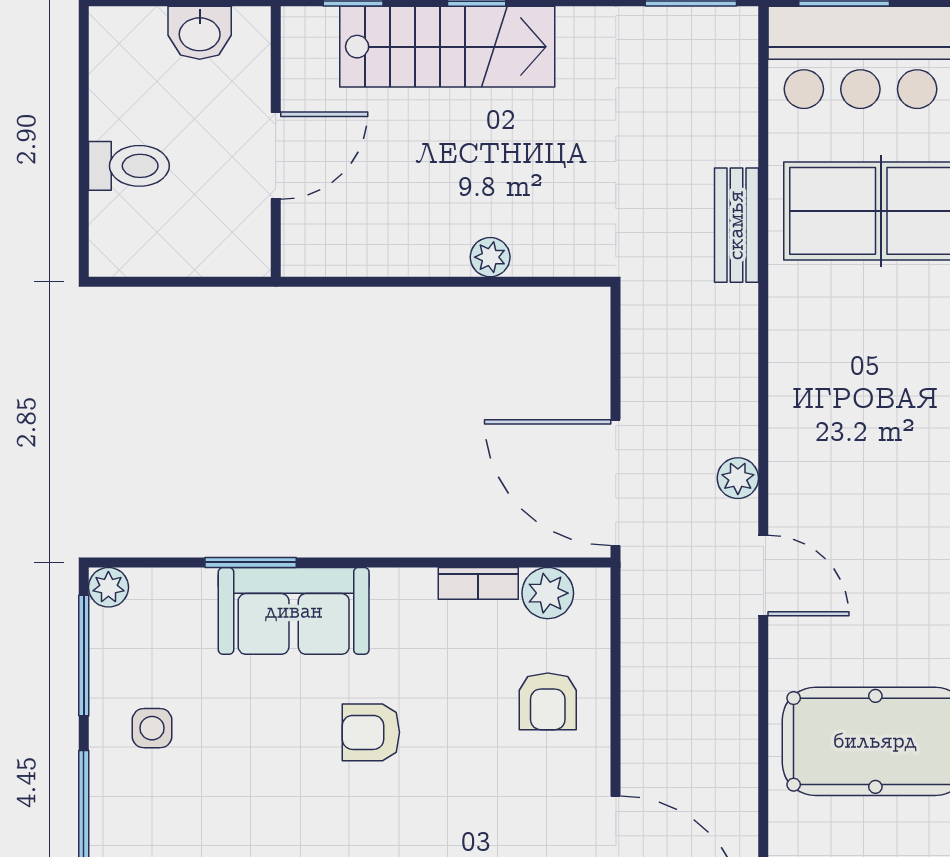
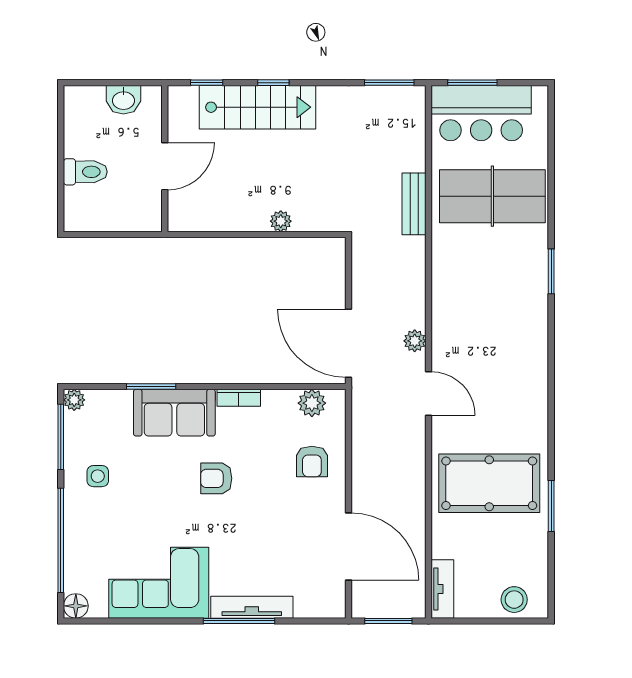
bookcase: (478, 583) -> (239, 398), moved

